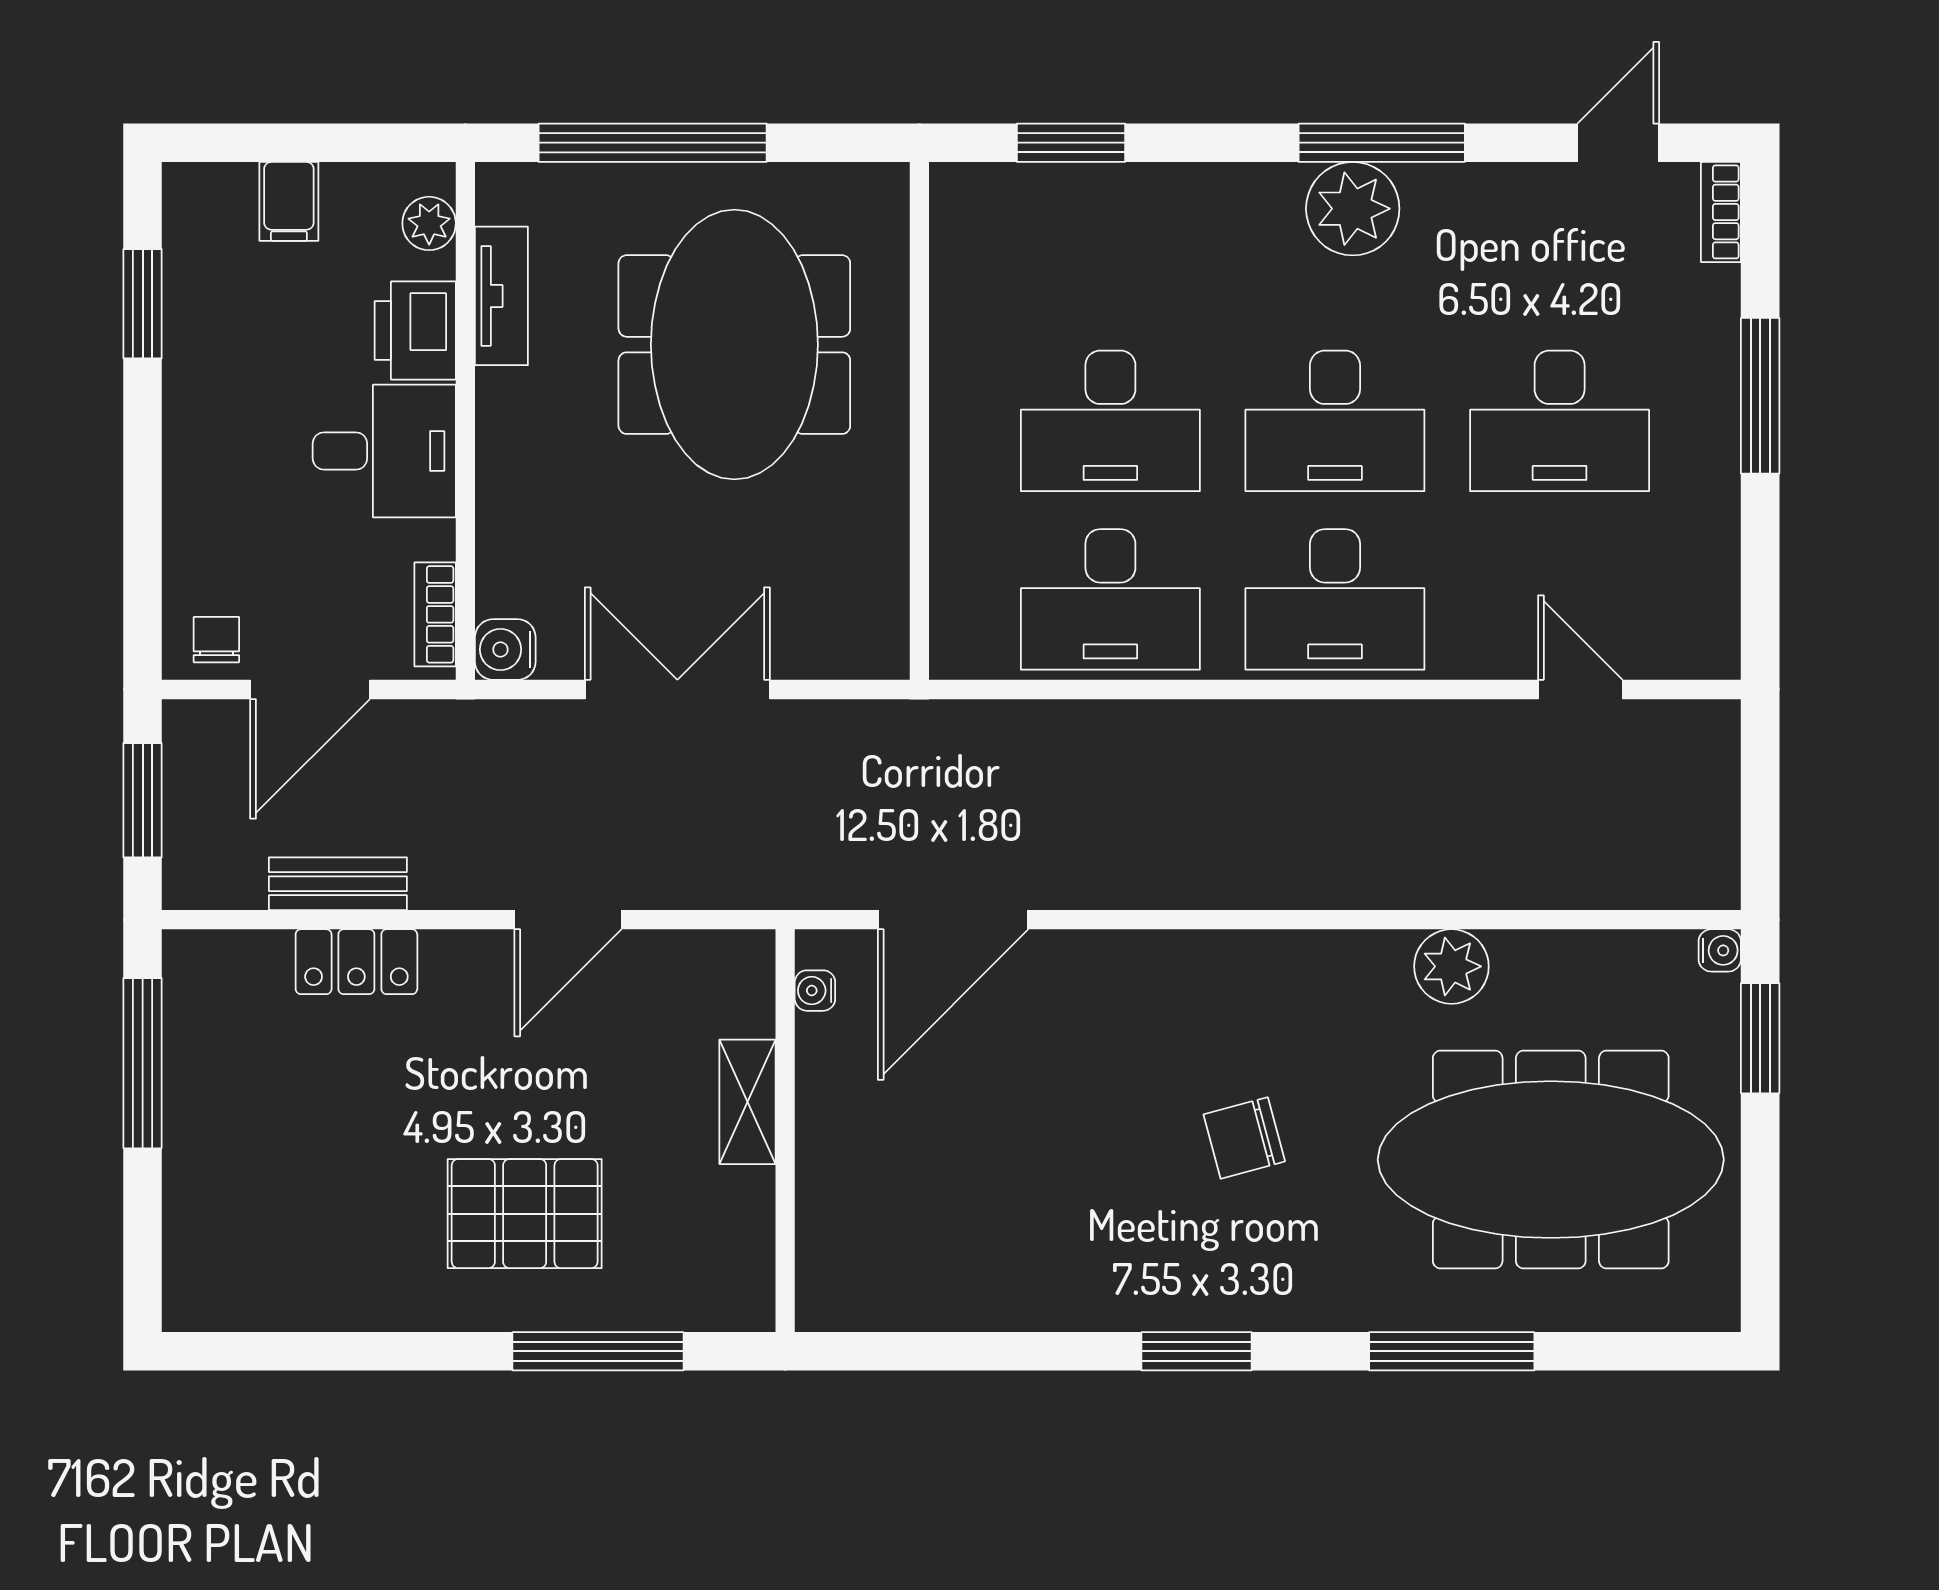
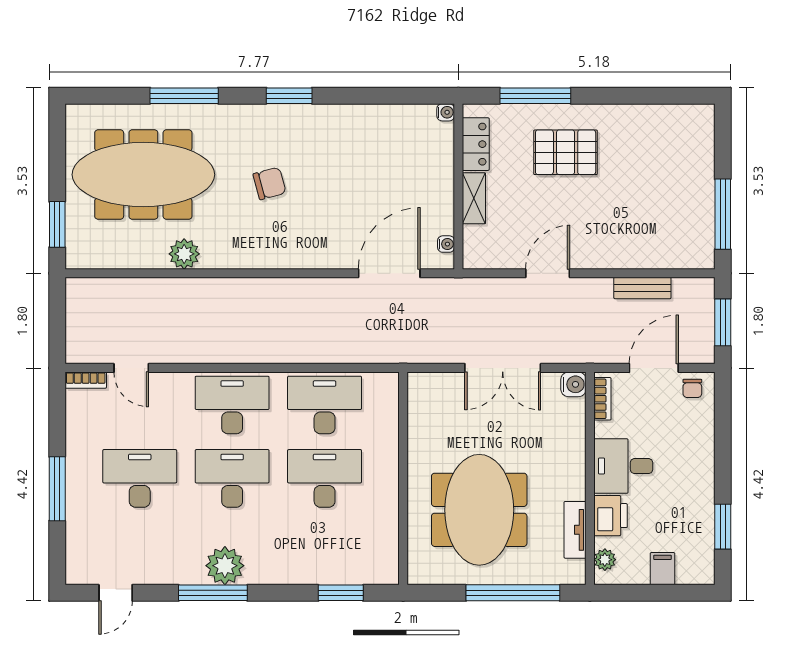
bookcase: (1721, 212) -> (86, 380), moved, turned 90
water cooler: (1720, 950) -> (446, 112), moved, turned 180
locker: (356, 962) -> (476, 144), moved, turned 90

